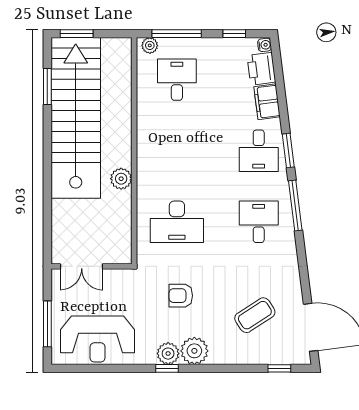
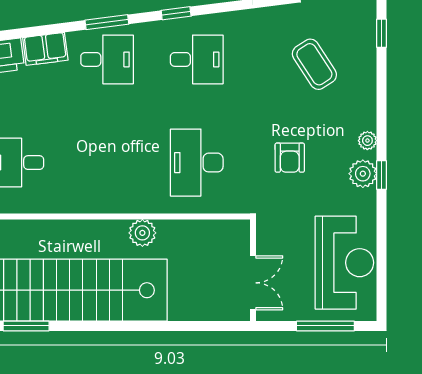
window: (295, 205) -> (176, 13), width x0.46
desk: (177, 222) -> (197, 163), turned 180
desk: (259, 222) -> (197, 59), turned 180
plant: (194, 351) -> (367, 141), width x0.53, depth x0.53

